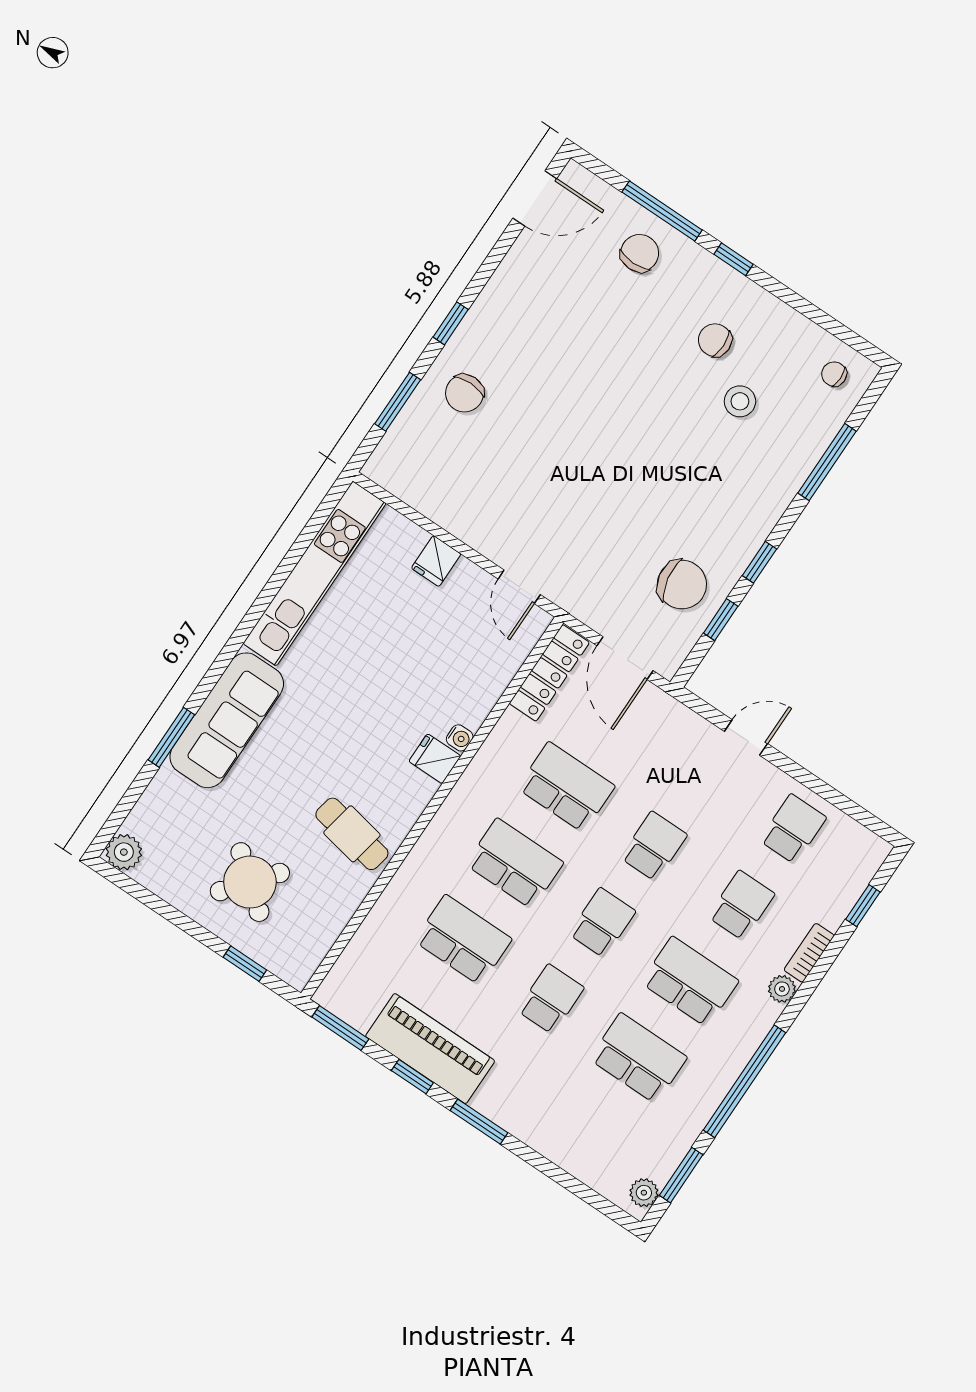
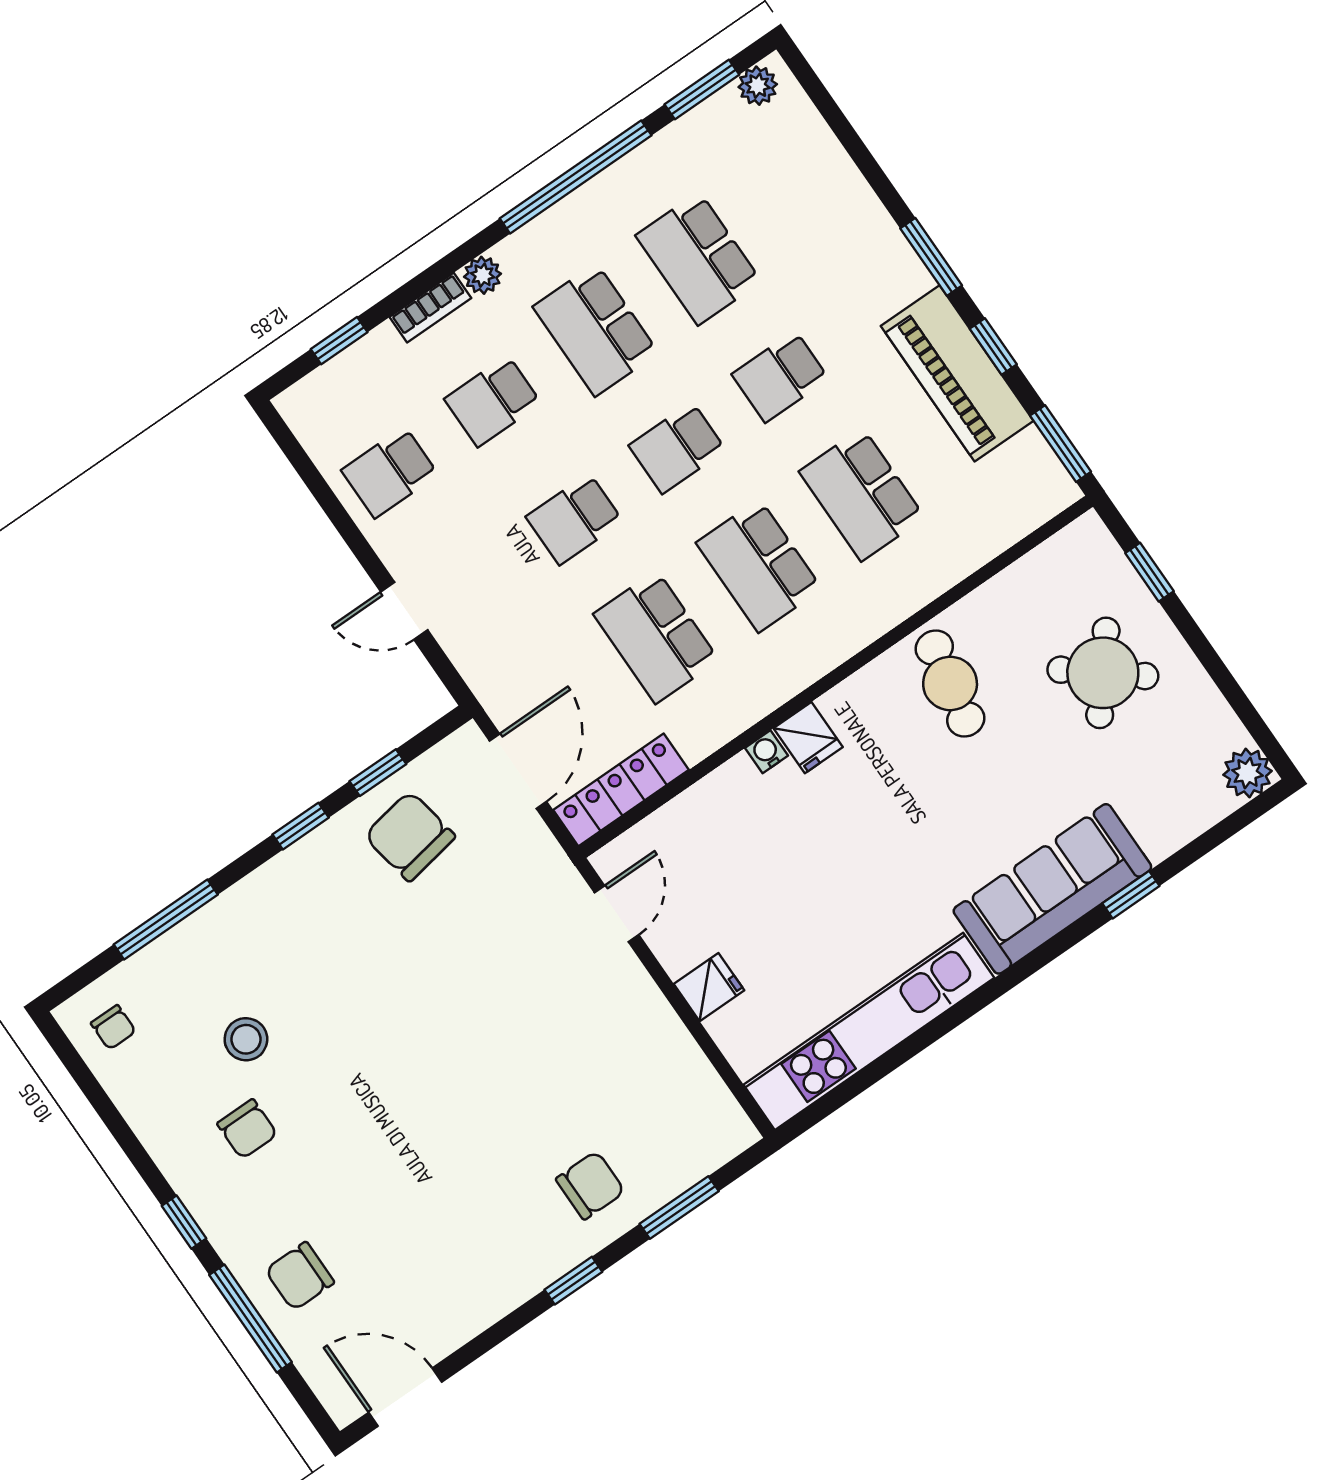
window: (171, 737) -> (1131, 895), width x0.67

